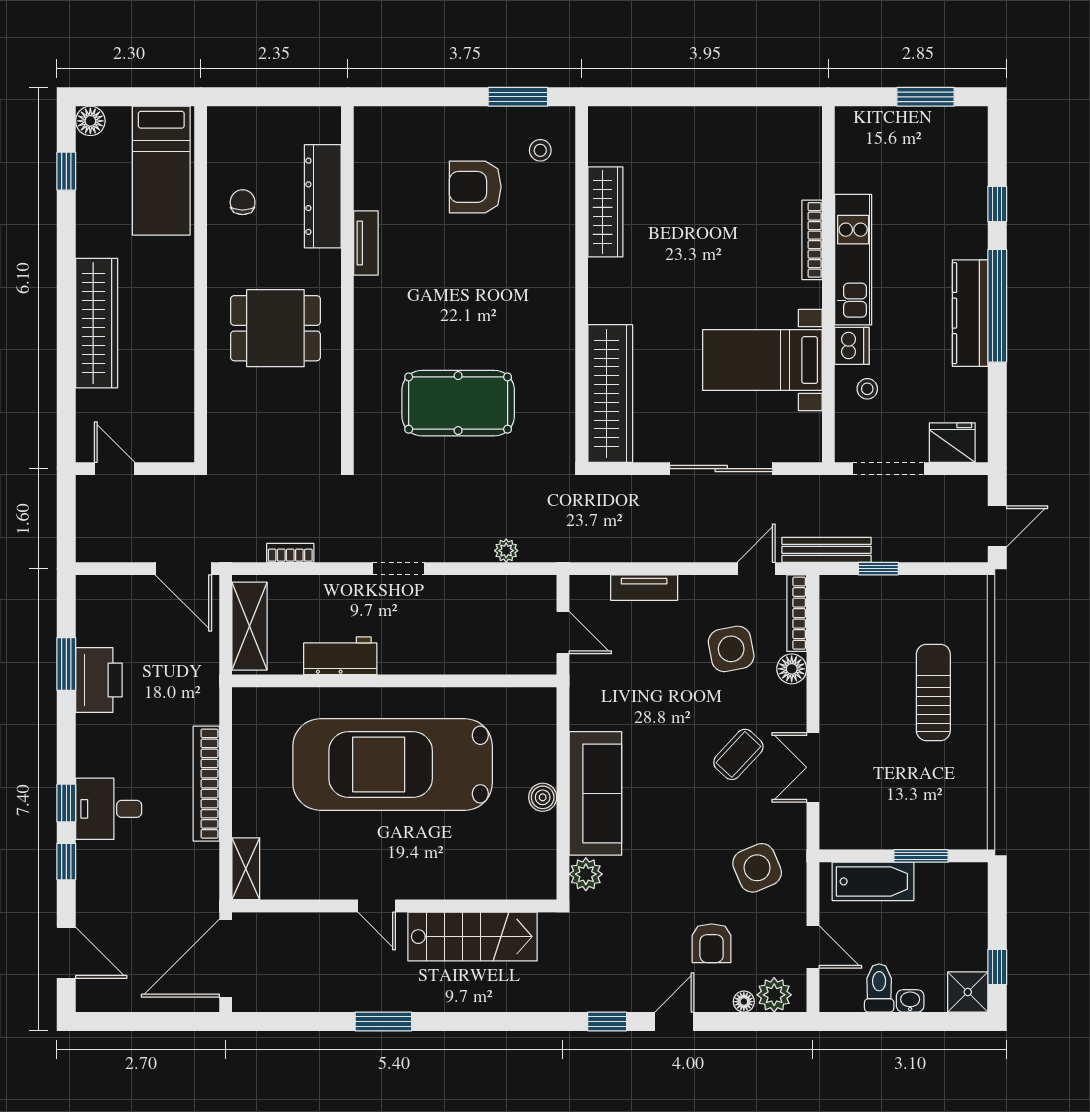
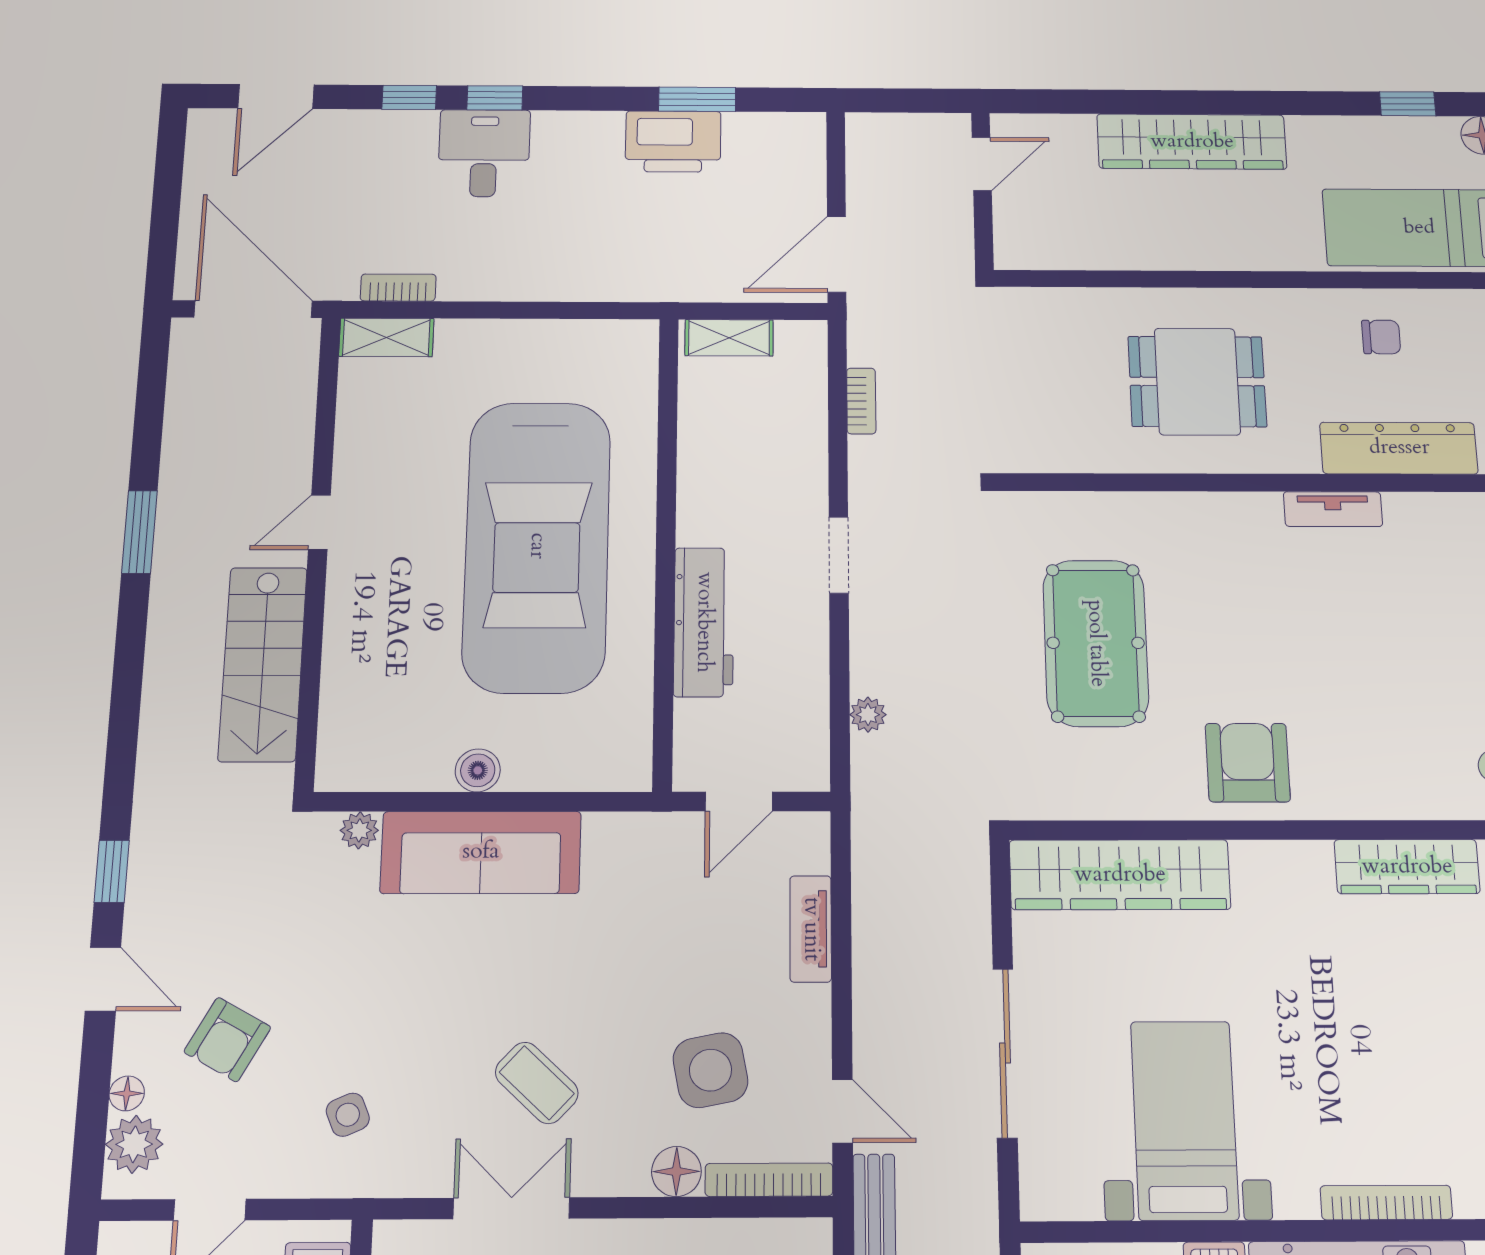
armchair: (475, 187) -> (1248, 763), moved
dining table: (275, 328) -> (1197, 381), turned 90
shelving: (249, 626) -> (729, 338), width x0.67, depth x0.75
workbench: (340, 656) -> (704, 622), moved, width x1.37
car: (393, 765) -> (537, 546), turned 180
bookcase: (206, 784) -> (398, 288), moved, width x0.43, depth x0.76
side table: (757, 868) -> (348, 1115), width x0.54, depth x0.54
plant: (586, 874) -> (359, 830), width x0.73, depth x0.73
armchair: (712, 943) -> (227, 1040), turned -61

